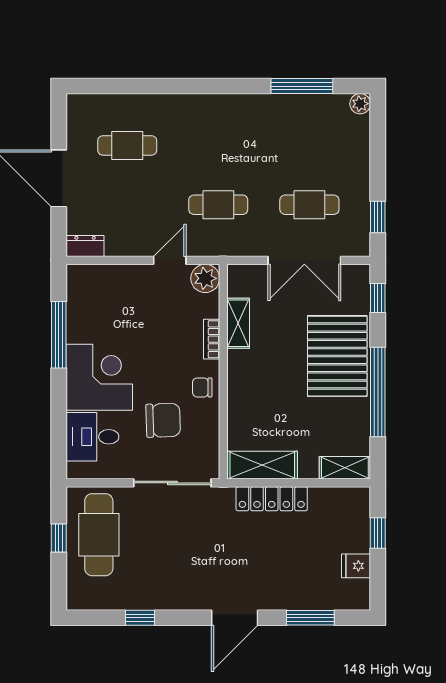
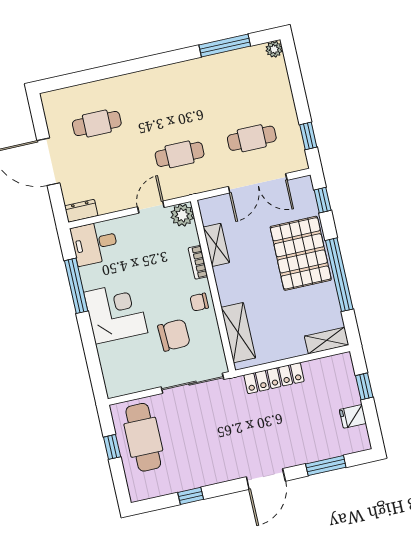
desk: (92, 437) -> (95, 243), moved
shelving: (262, 465) -> (238, 333), moved, turned 90

